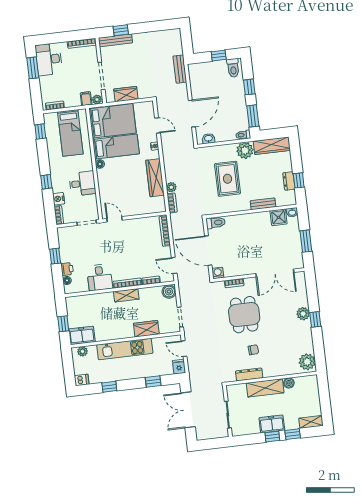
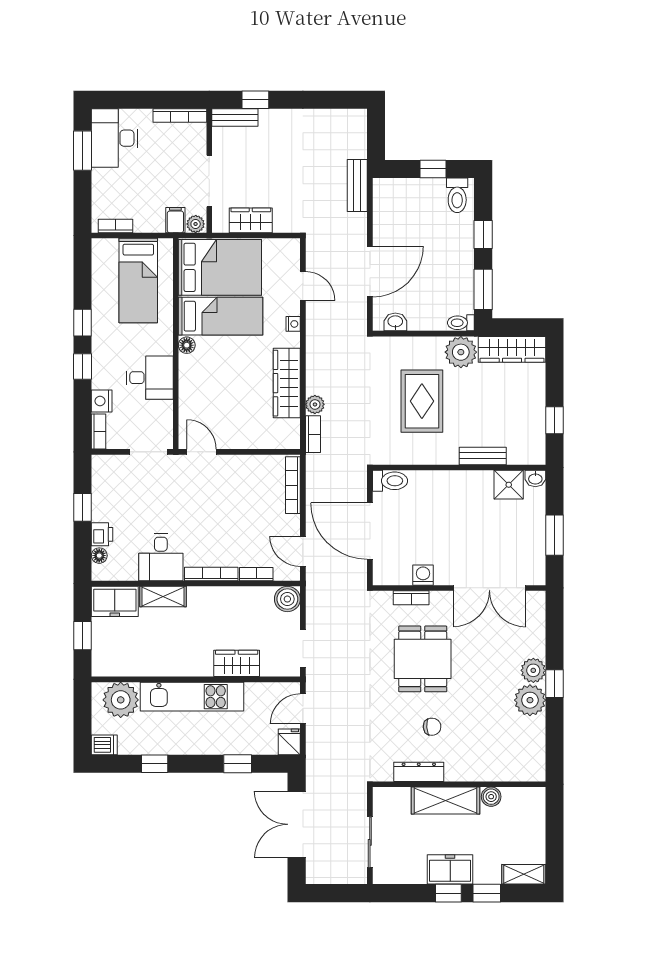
bench: (115, 40) -> (235, 118), width x0.73
window: (40, 132) -> (82, 323), moved
dresser: (289, 181) -> (536, 419), removed
washing machine: (218, 273) -> (423, 575), moved
shelving: (126, 295) -> (163, 597), moved
freezer: (82, 335) -> (115, 601), moved, turned 180
door: (184, 349) -> (303, 709), hinge flipped
plant: (83, 351) -> (121, 700), width x1.88, depth x1.88
plant: (307, 362) -> (530, 700), moved

